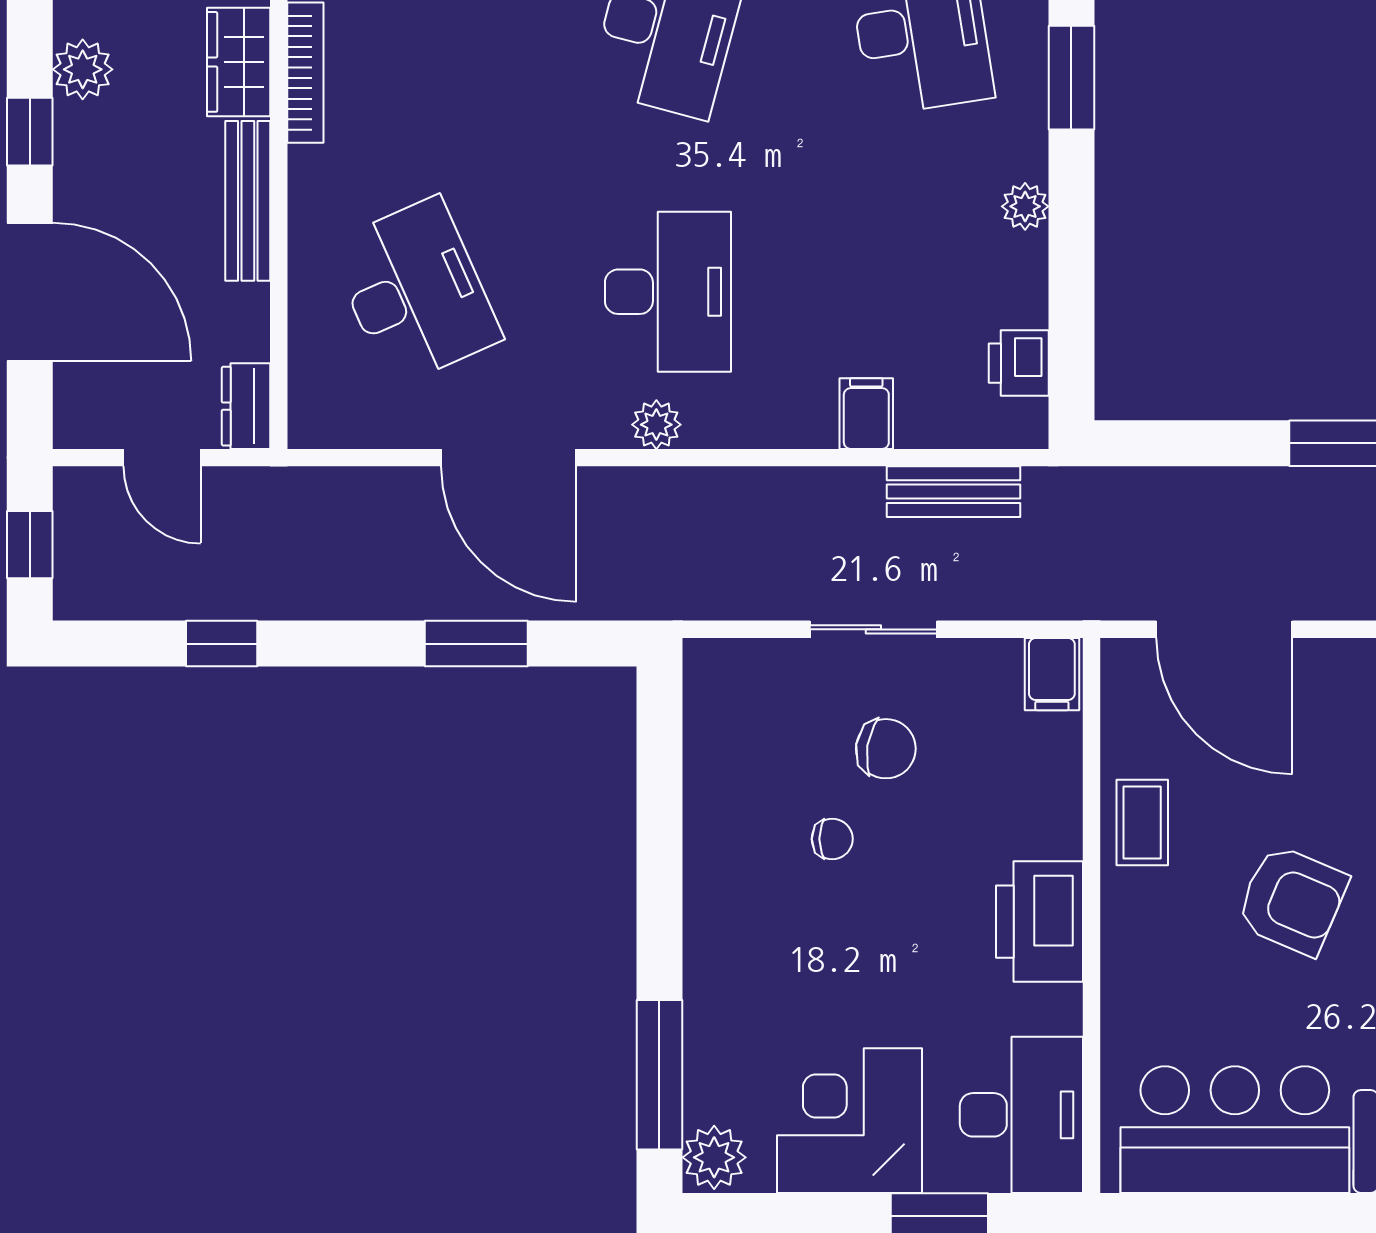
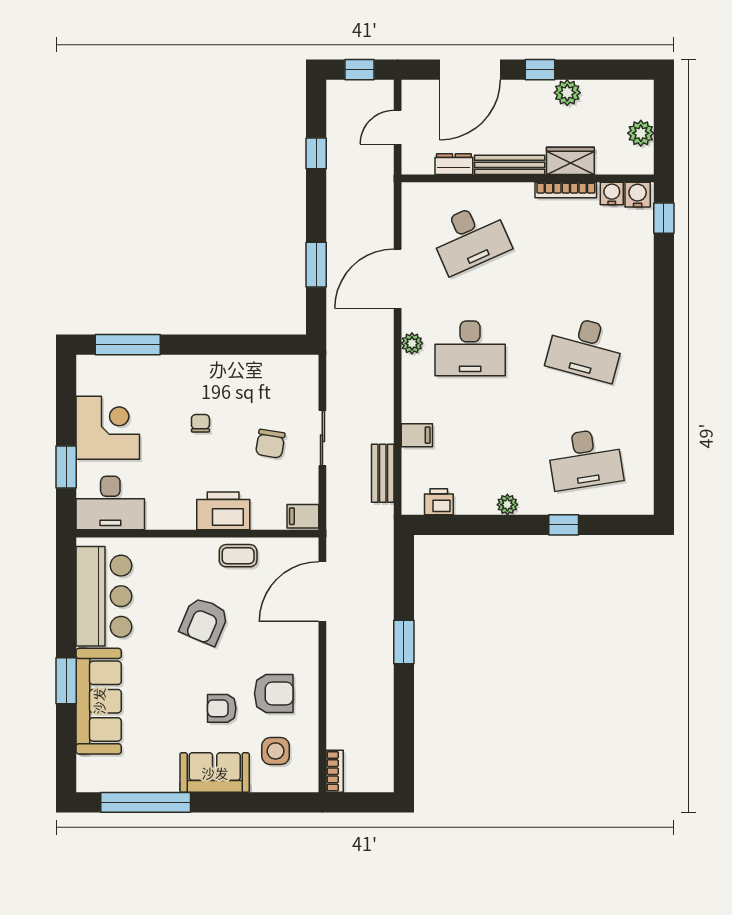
window: (1071, 78) -> (564, 525), width x0.67
dresser: (246, 406) -> (454, 164), moved
chair: (832, 839) -> (200, 423), moved, turned 180
printer: (1040, 922) -> (223, 511), moved
plant: (714, 1157) -> (92, 369), removed

